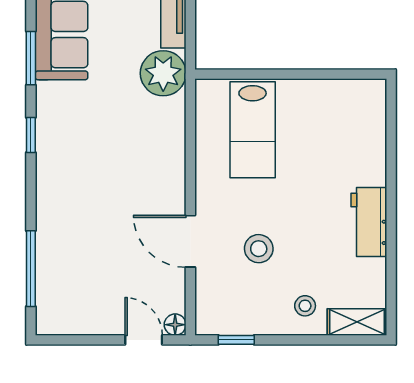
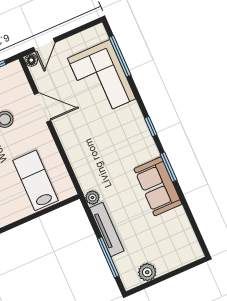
plant: (163, 73) -> (92, 198), width x0.53, depth x0.53
corner sofa: (76, 246) -> (102, 78), added
door: (144, 340) -> (44, 45), hinge flipped

